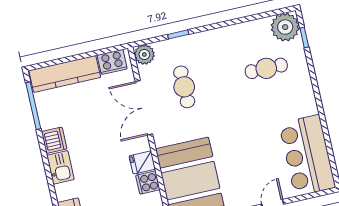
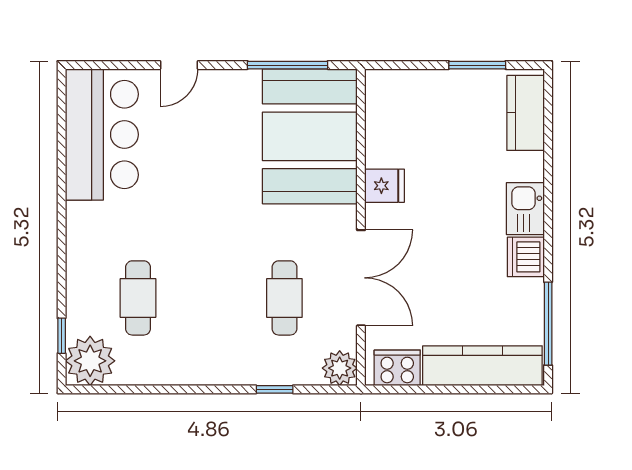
cafe table: (266, 68) -> (138, 298), turned 90
cooker: (148, 182) -> (383, 149), removed

